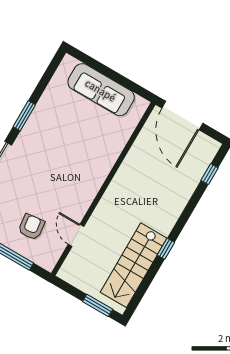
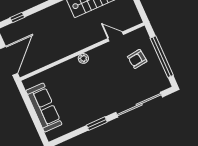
plant: (96, 182) -> (83, 58), added
door: (76, 235) -> (116, 37), swing flipped

